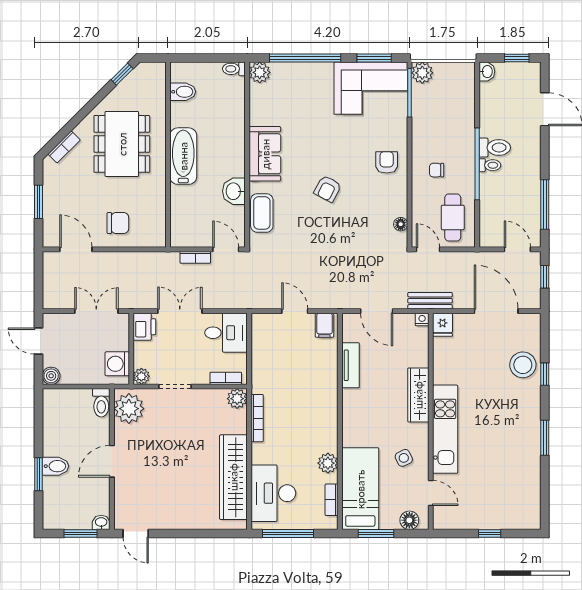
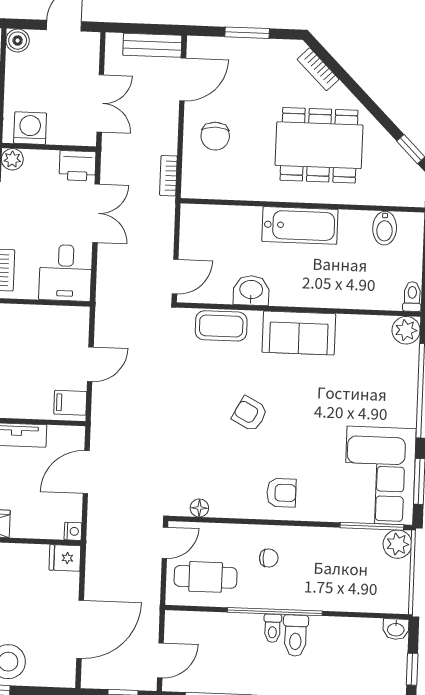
chair: (437, 170) -> (269, 558), turned 90
bookcase: (195, 257) -> (168, 176), moved
bench: (430, 301) -> (152, 45), moved, turned 90

